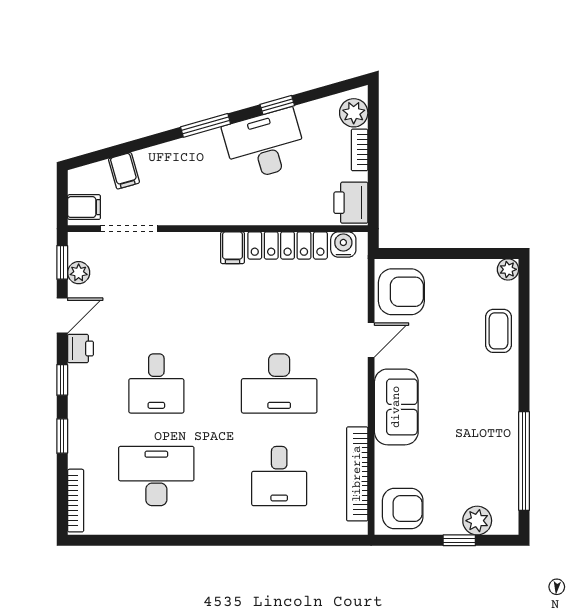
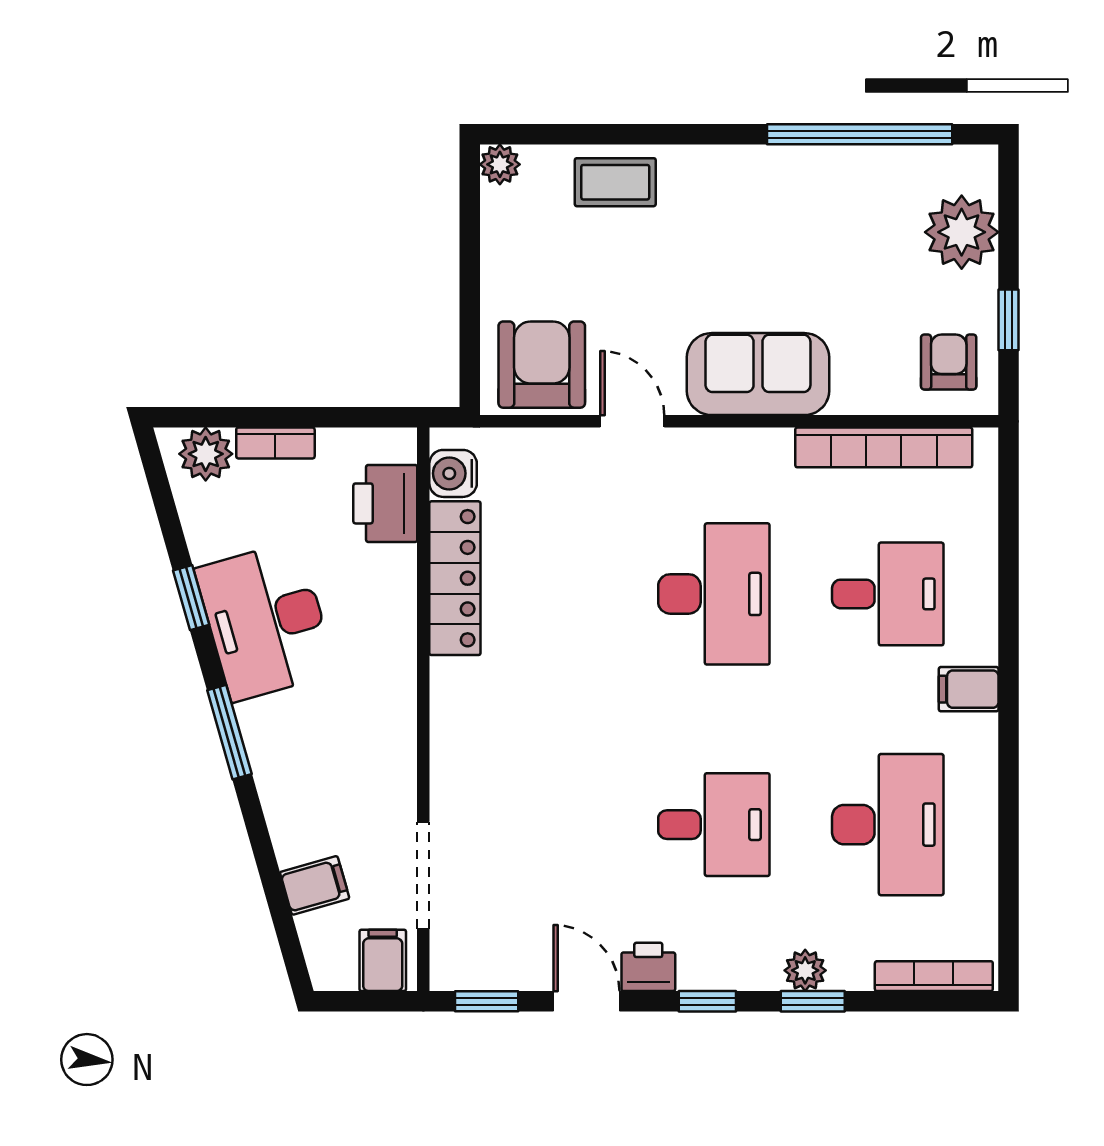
printer: (351, 203) -> (385, 503), moved, turned 90
filing cabinet: (233, 248) -> (969, 689), moved, turned 180
plant: (79, 273) -> (805, 970), moved
desk: (156, 476) -> (888, 825), turned 180
armchair: (403, 508) -> (949, 362), width x0.72, depth x0.72
plant: (477, 521) -> (962, 232), width x1.36, depth x1.36
window: (459, 540) -> (1008, 320), moved

